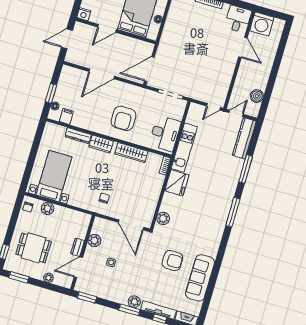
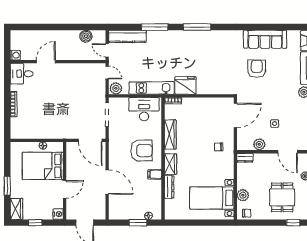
washing machine: (262, 24) -> (15, 55), width x0.53, depth x0.53
door: (107, 28) -> (65, 189), hinge flipped
filing cabinet: (66, 116) -> (155, 174), moved
plant: (163, 218) -> (116, 88), moved
dresser: (78, 247) -> (245, 158), moved

